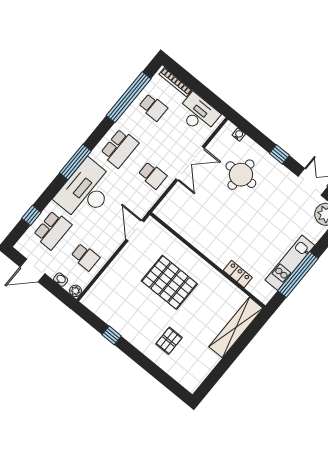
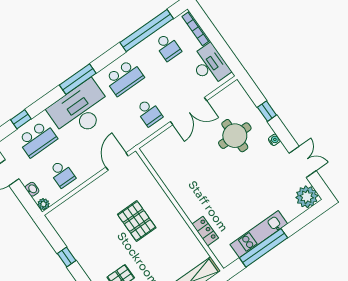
water cooler: (239, 134) -> (274, 140), moved
window: (279, 154) -> (267, 111), moved
pallet: (169, 282) -> (137, 221), width x0.73, depth x0.71

